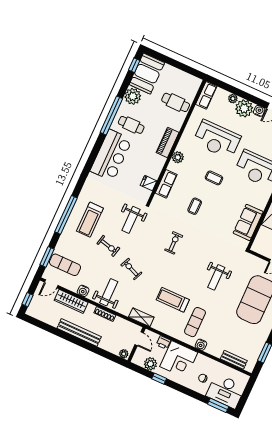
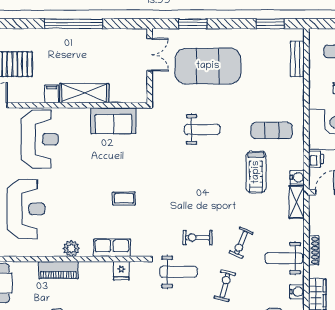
coffee table: (214, 178) -> (77, 190), removed
exercise bike: (174, 243) -> (198, 238), moved
water cooler: (201, 345) -> (297, 177), moved

